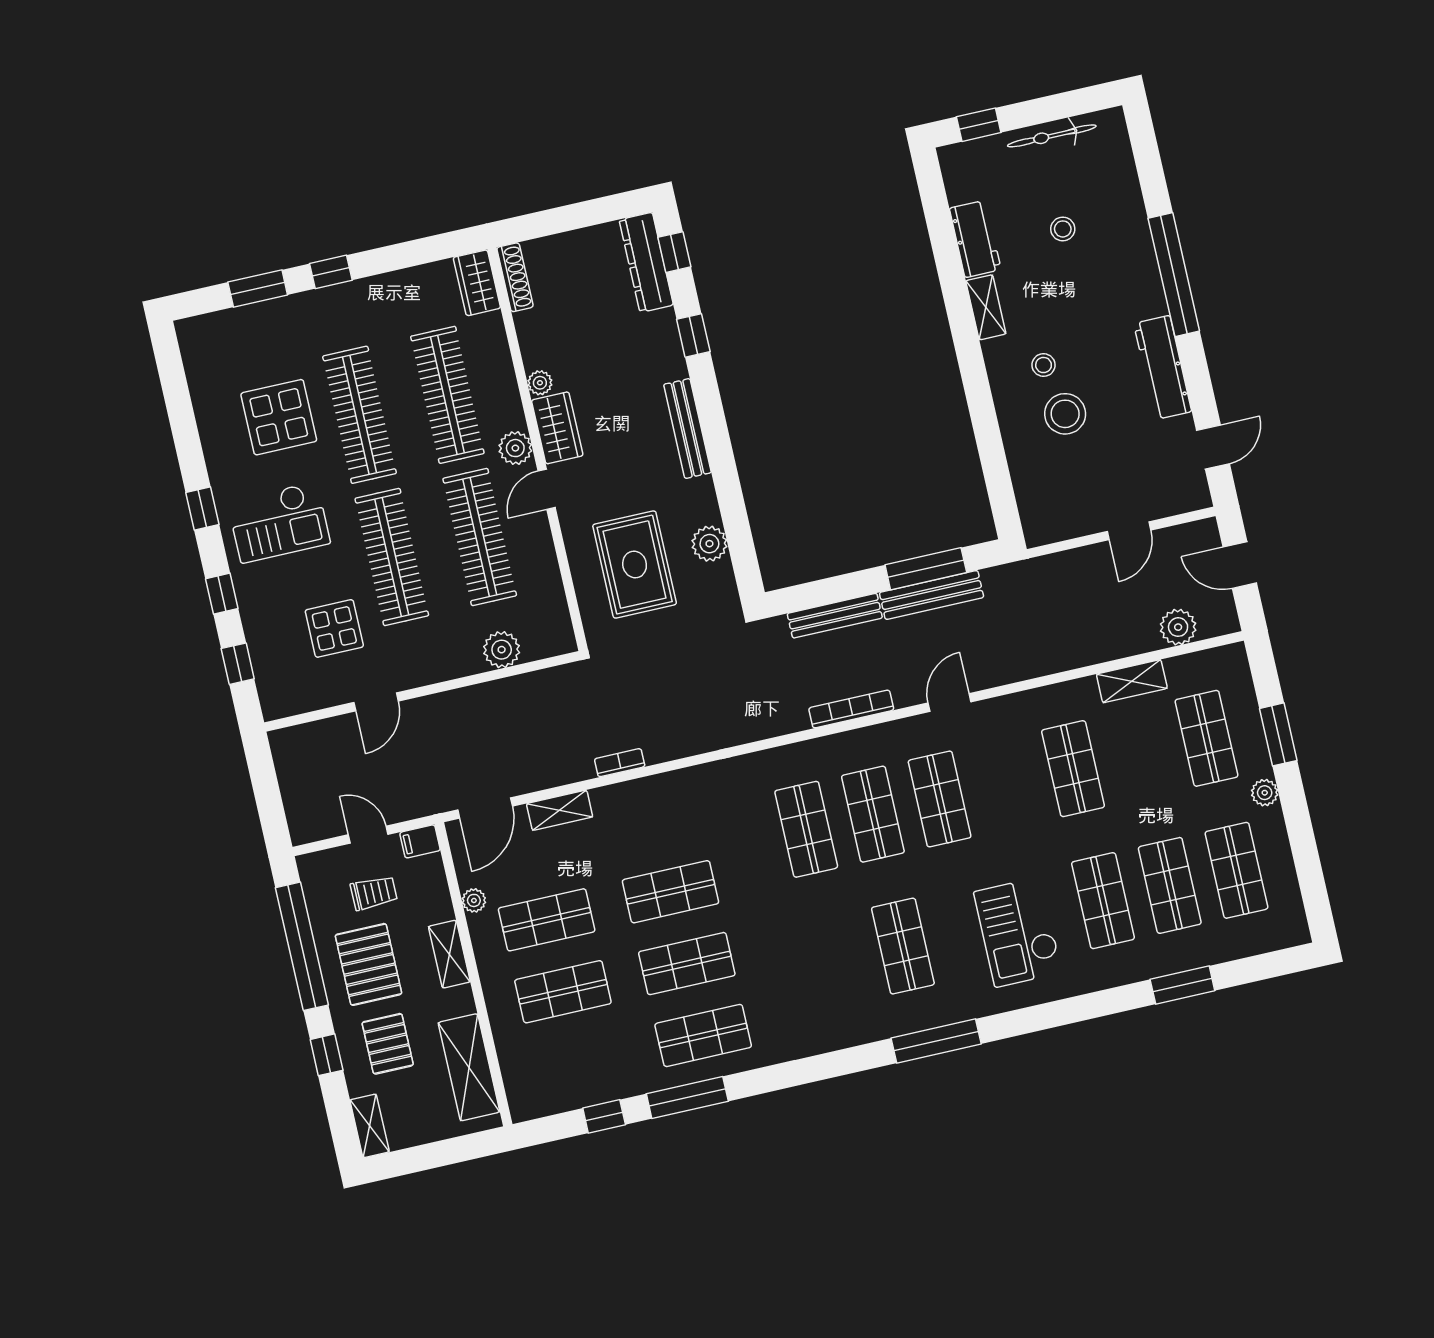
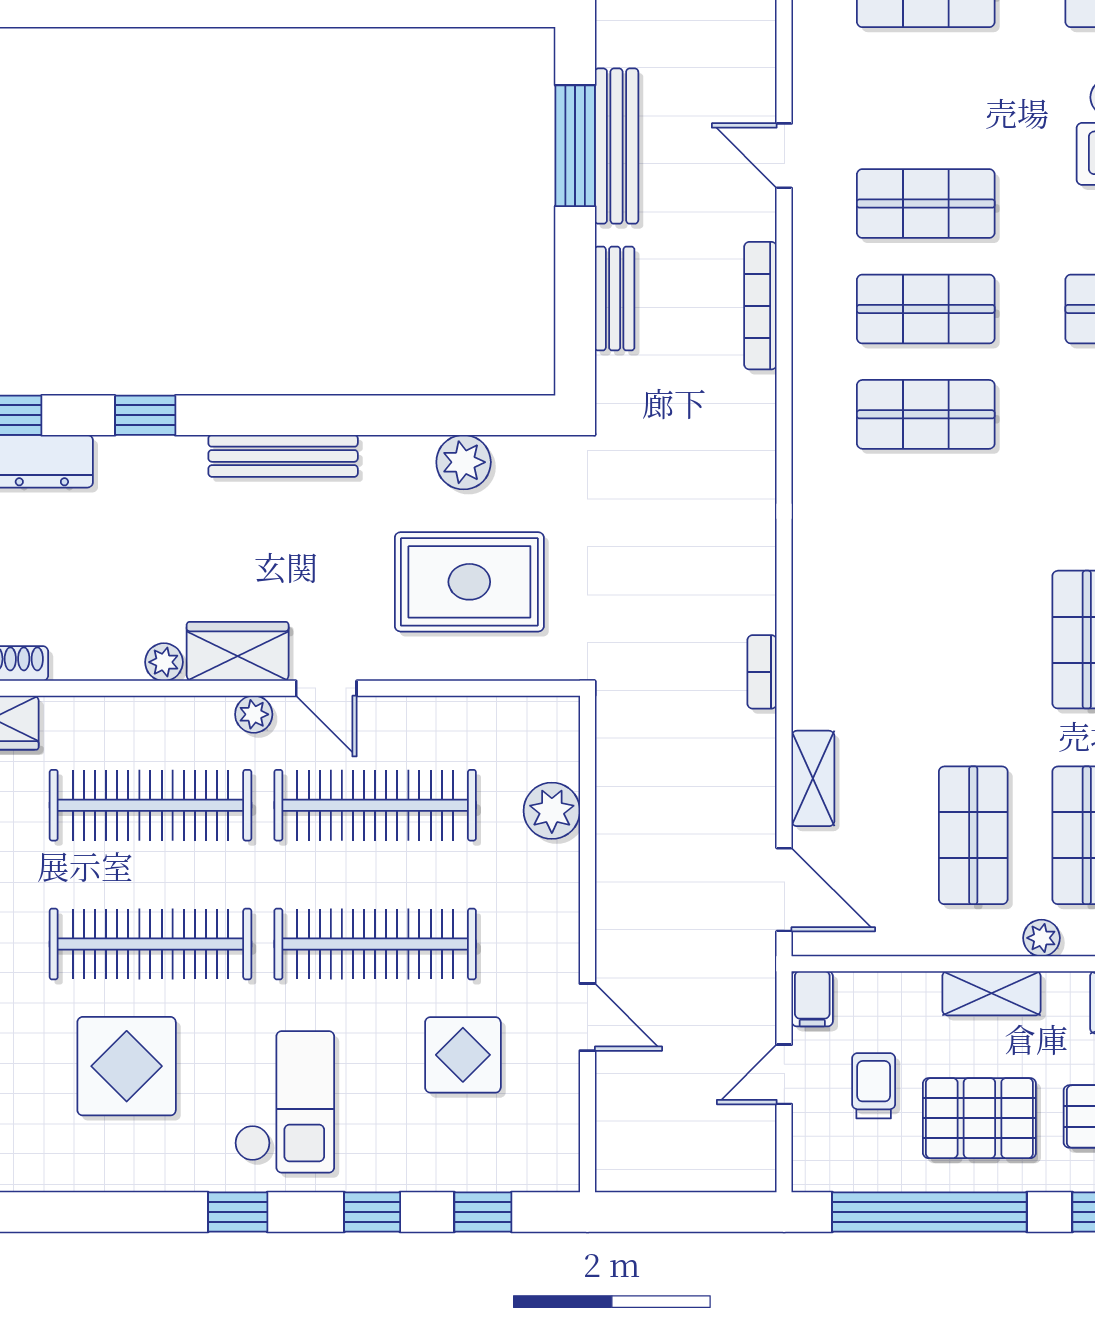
plant: (515, 448) -> (254, 714), width x0.73, depth x0.73
bench: (835, 616) -> (615, 299), width x0.73
shop shelf: (670, 892) -> (973, 640), removed
plant: (474, 900) -> (1041, 938), moved

